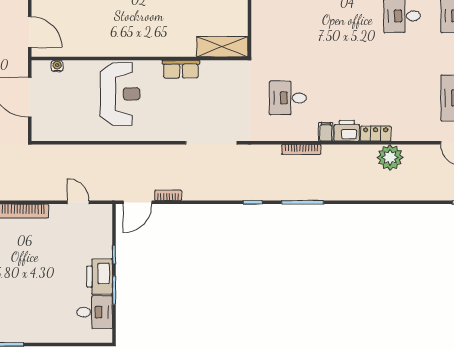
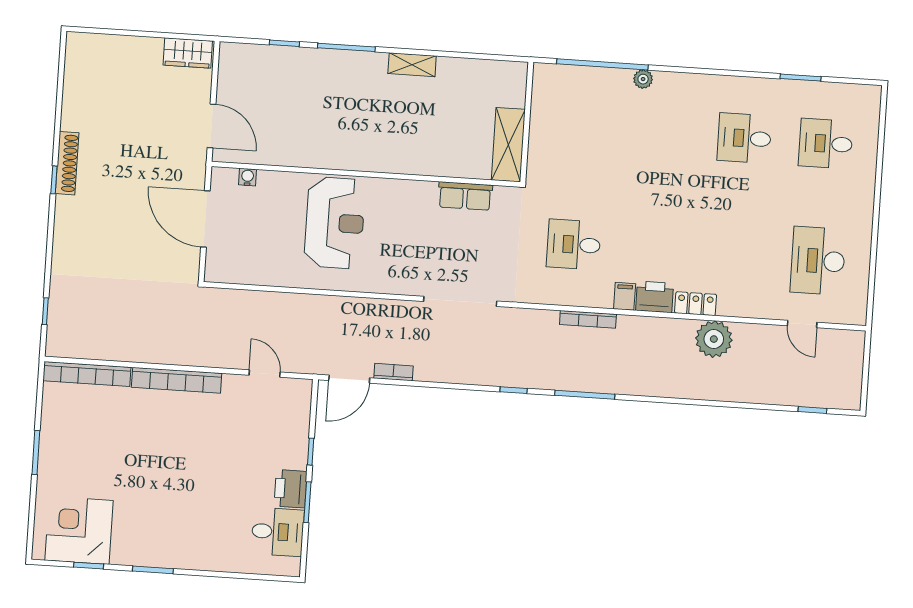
shelving: (222, 47) -> (508, 145), moved, turned 90
row of seats: (181, 69) -> (465, 196), moved
printer: (100, 277) -> (291, 489), width x0.73, depth x0.84

